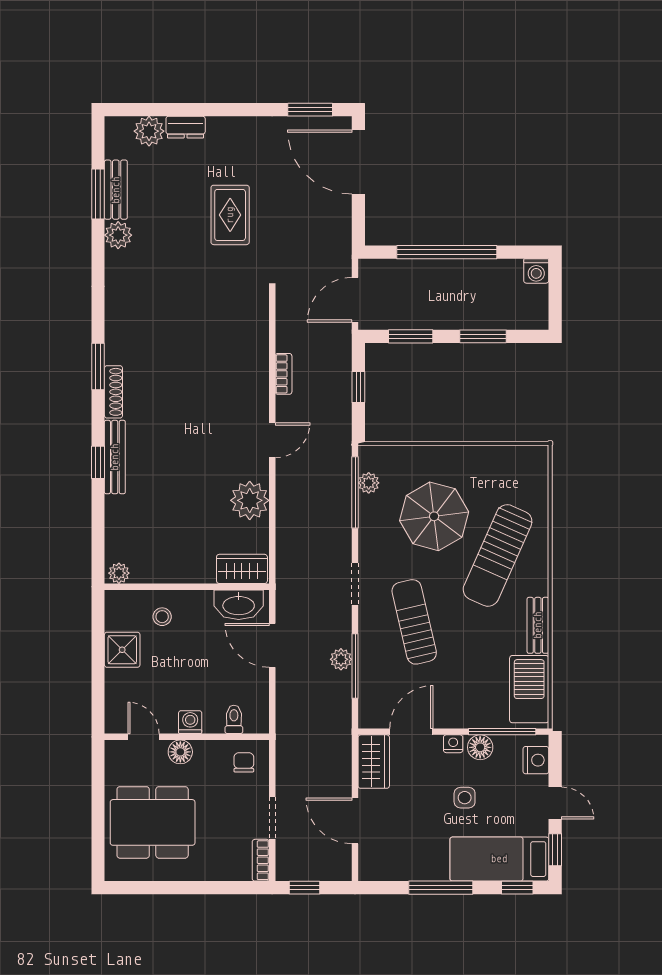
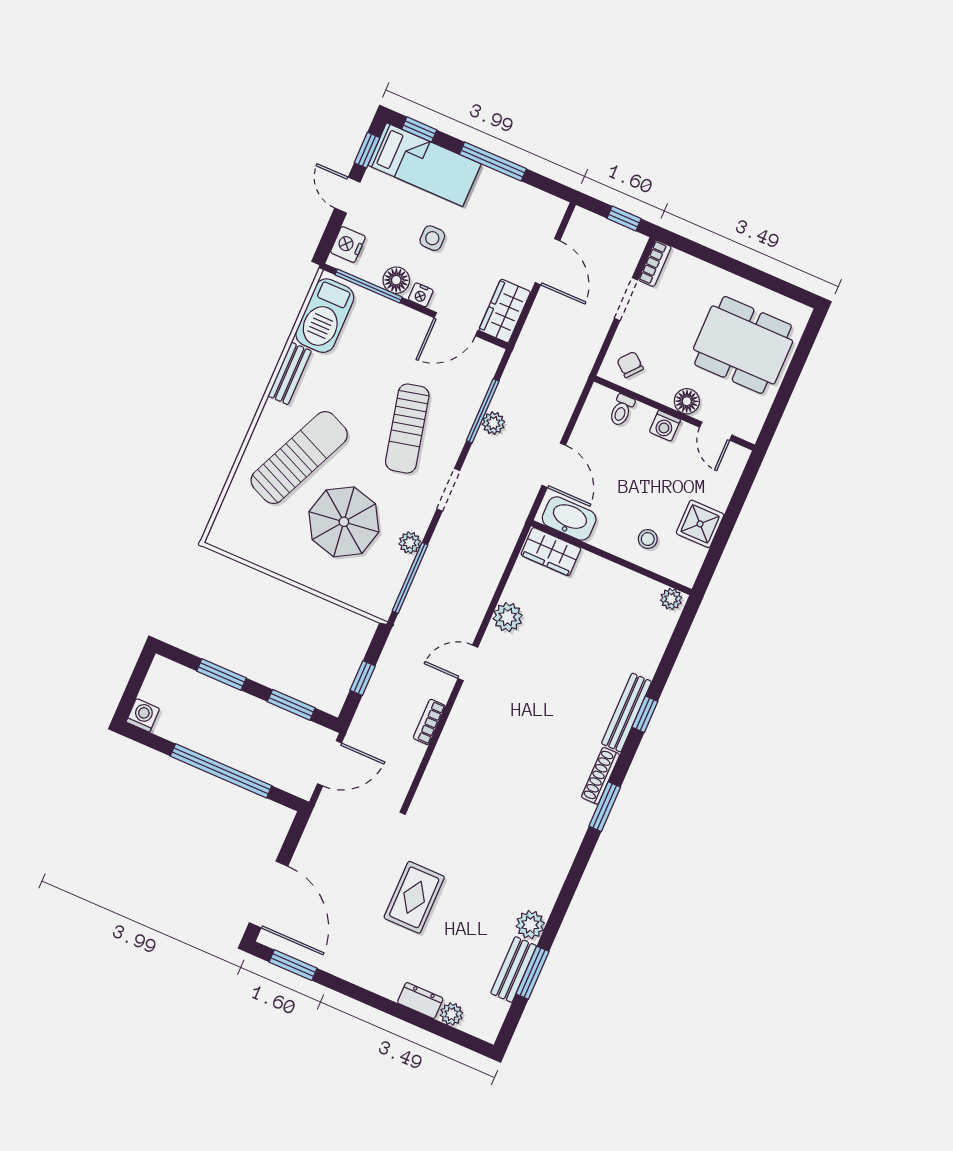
plant: (149, 131) -> (451, 1014), width x0.73, depth x0.73
plant: (369, 483) -> (410, 543), moved
plant: (250, 500) -> (508, 617), width x0.73, depth x0.73
chair: (244, 762) -> (630, 365), turned 130

